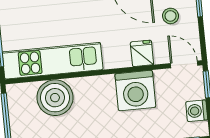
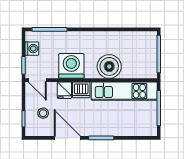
dishwasher: (117, 56) -> (81, 90), added
boiler: (55, 98) -> (109, 66), moved

